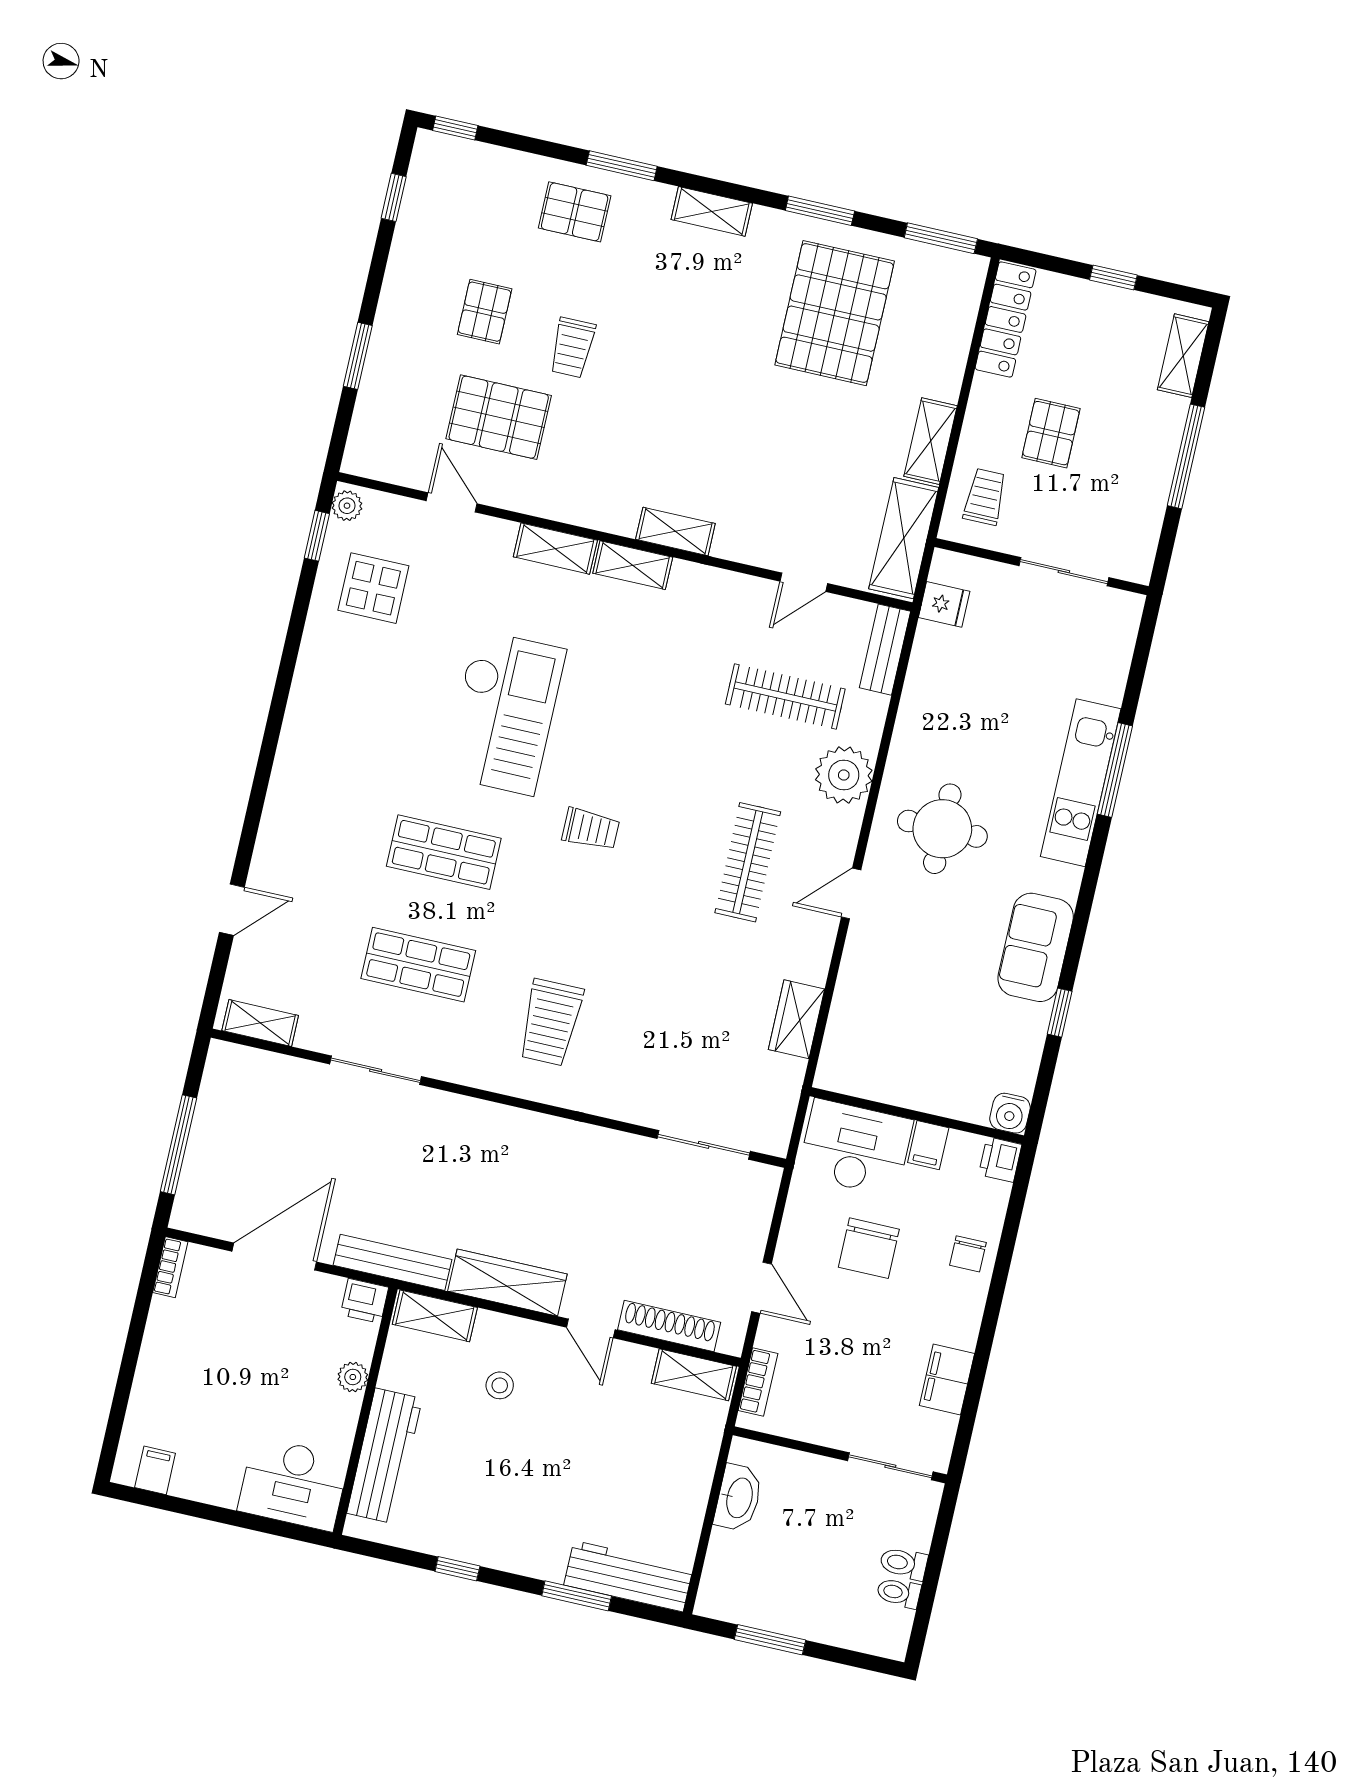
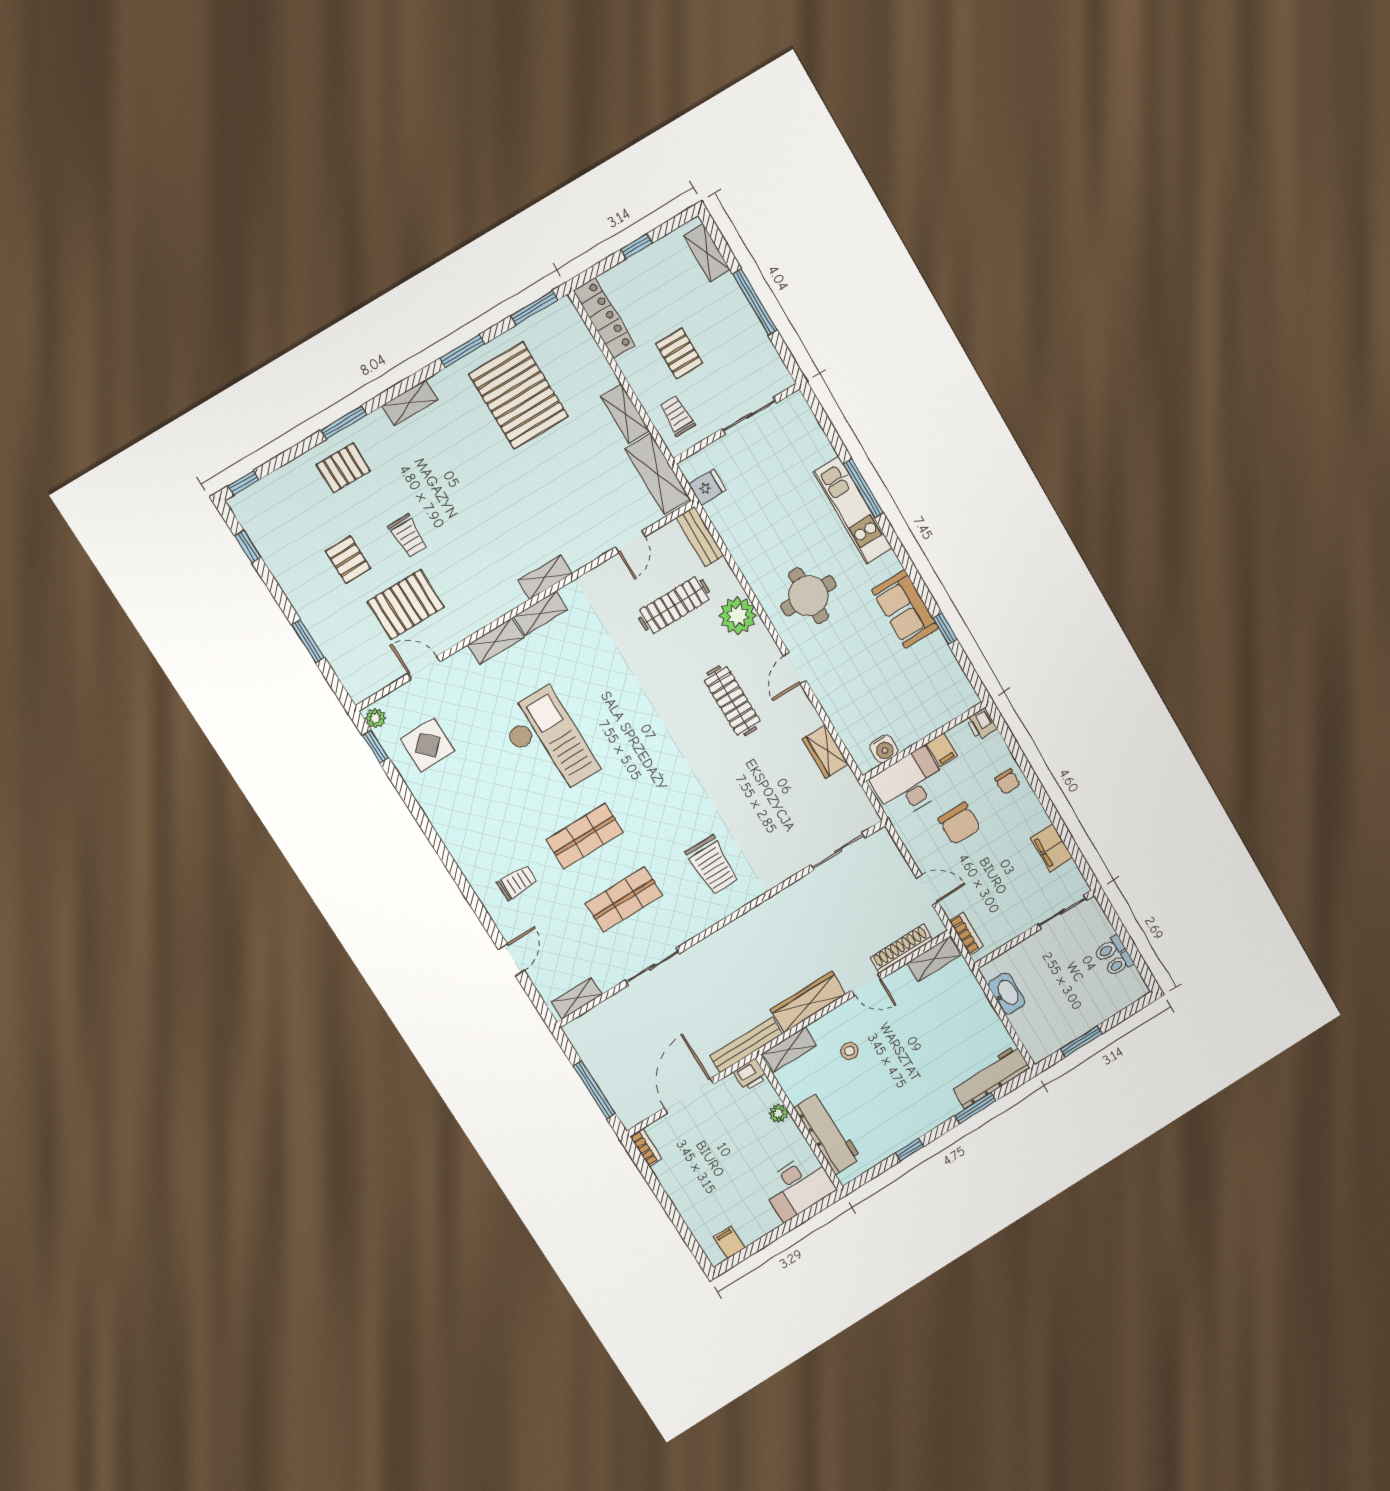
trolley: (591, 829) -> (517, 883), moved
water cooler: (1010, 1113) -> (884, 749), moved

